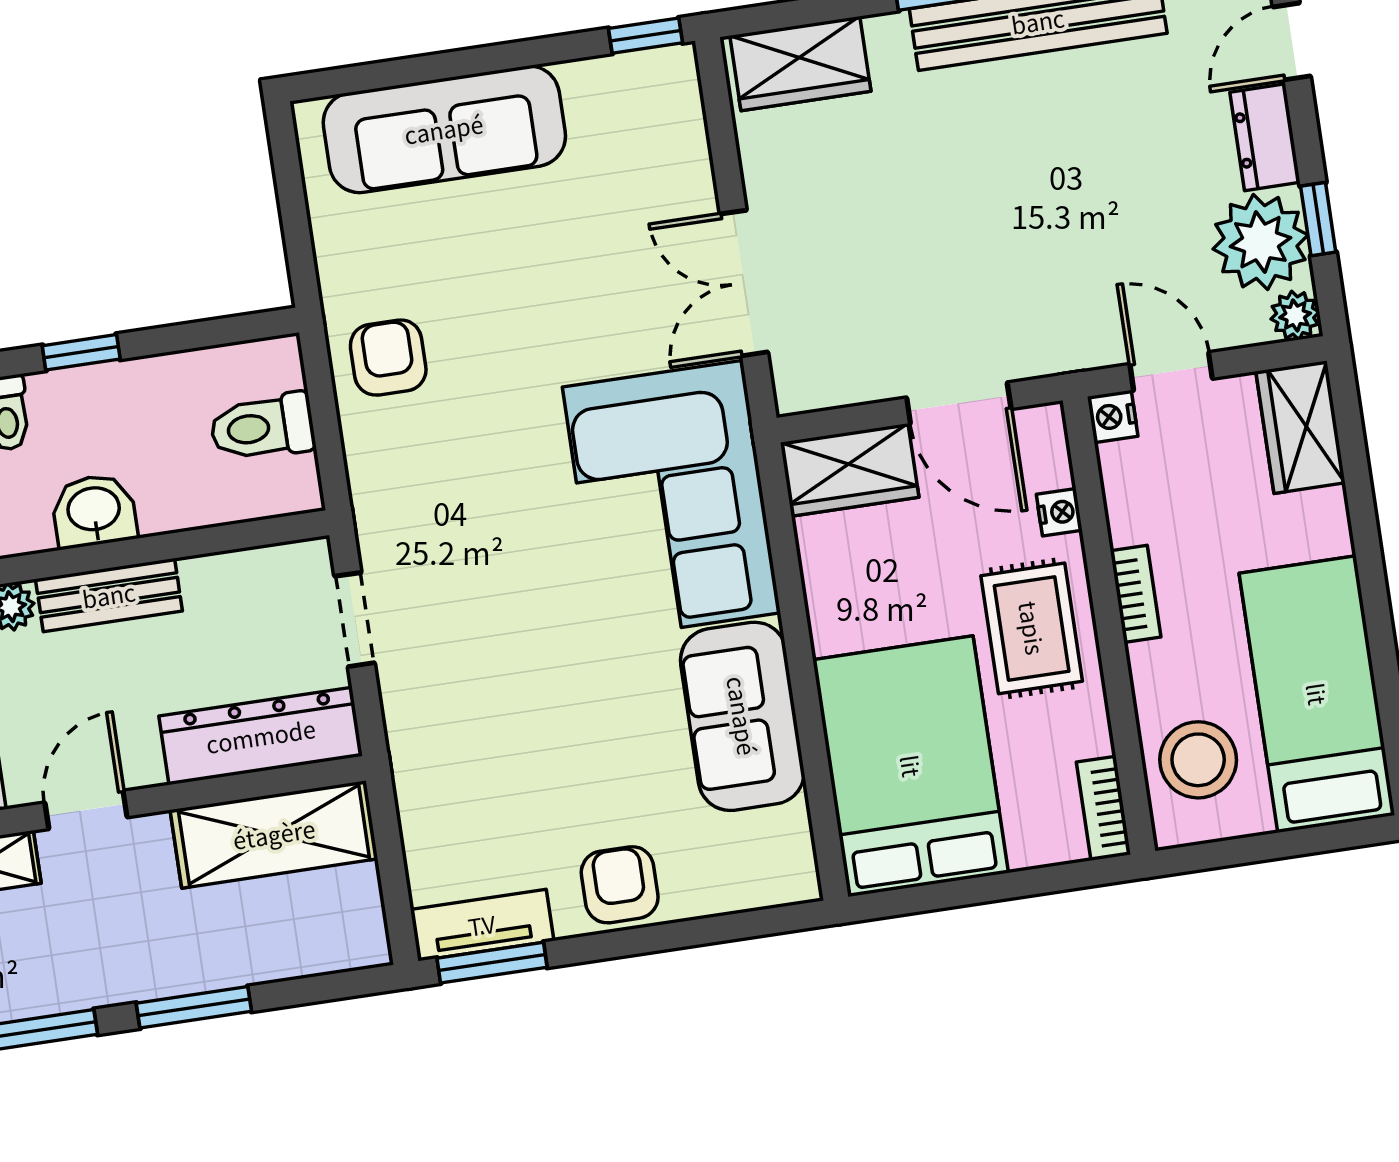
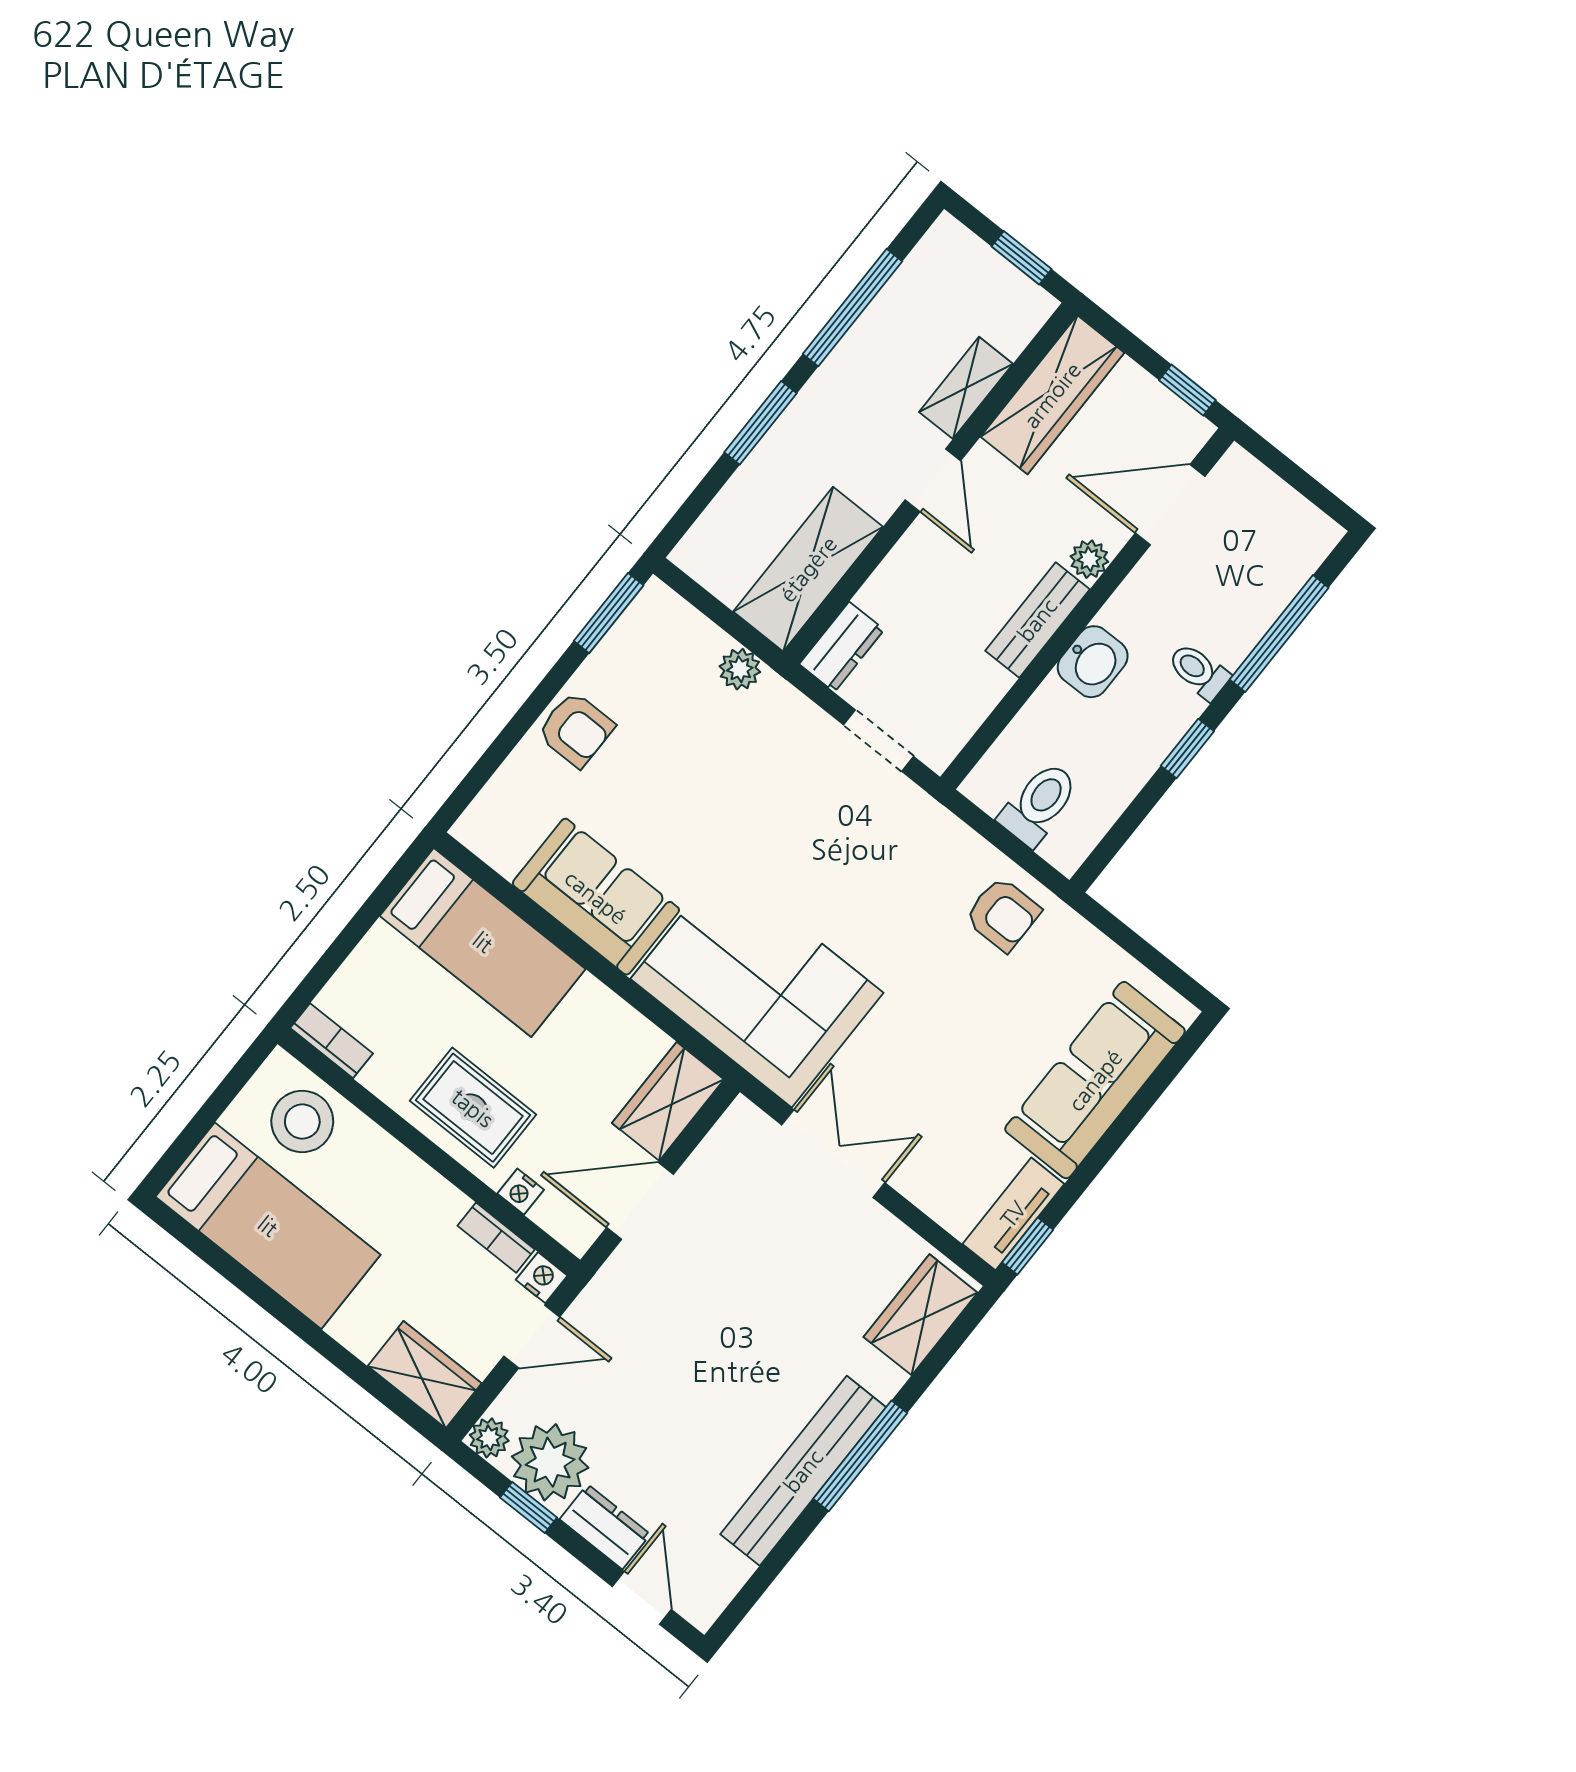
bookcase: (1136, 594) -> (496, 1238), moved
dresser: (261, 736) -> (842, 647), width x0.51, depth x0.80
bed: (911, 766) -> (483, 942), width x0.67
plant: (420, 801) -> (740, 669), added
tv unit: (482, 925) -> (1013, 1214), moved, turned 180

